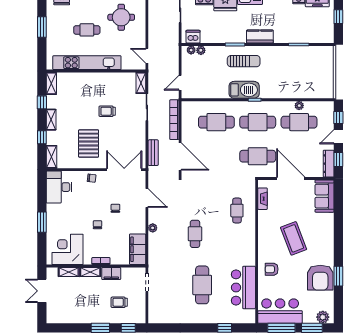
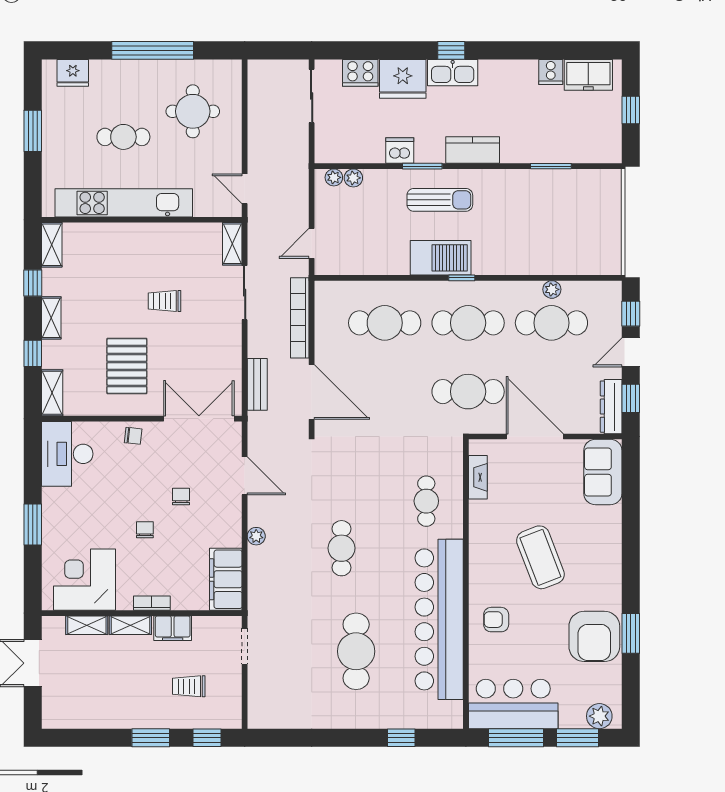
dishwasher: (193, 37) -> (400, 151), moved
bar counter: (243, 288) -> (439, 619), width x1.86

